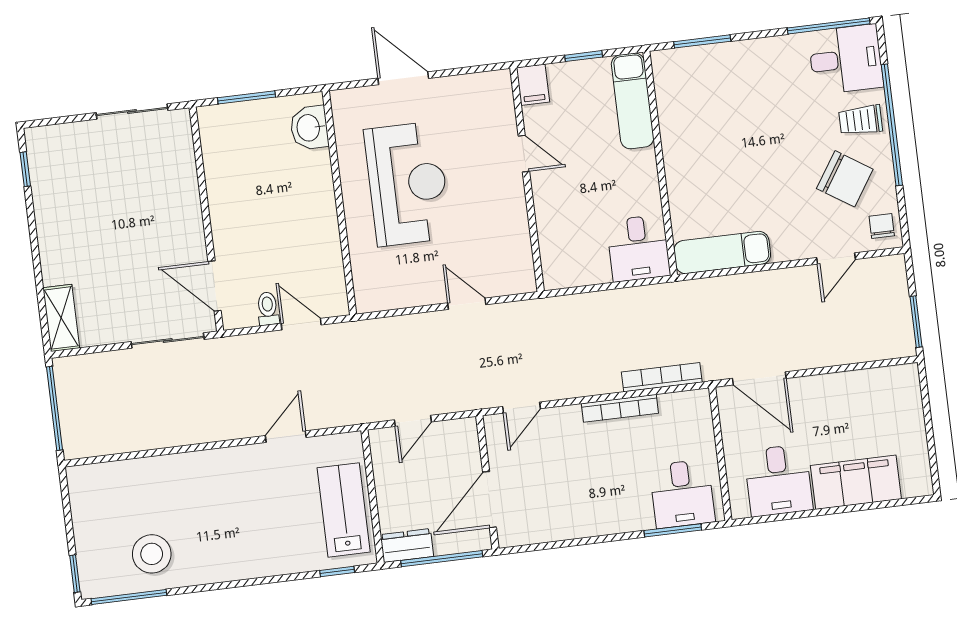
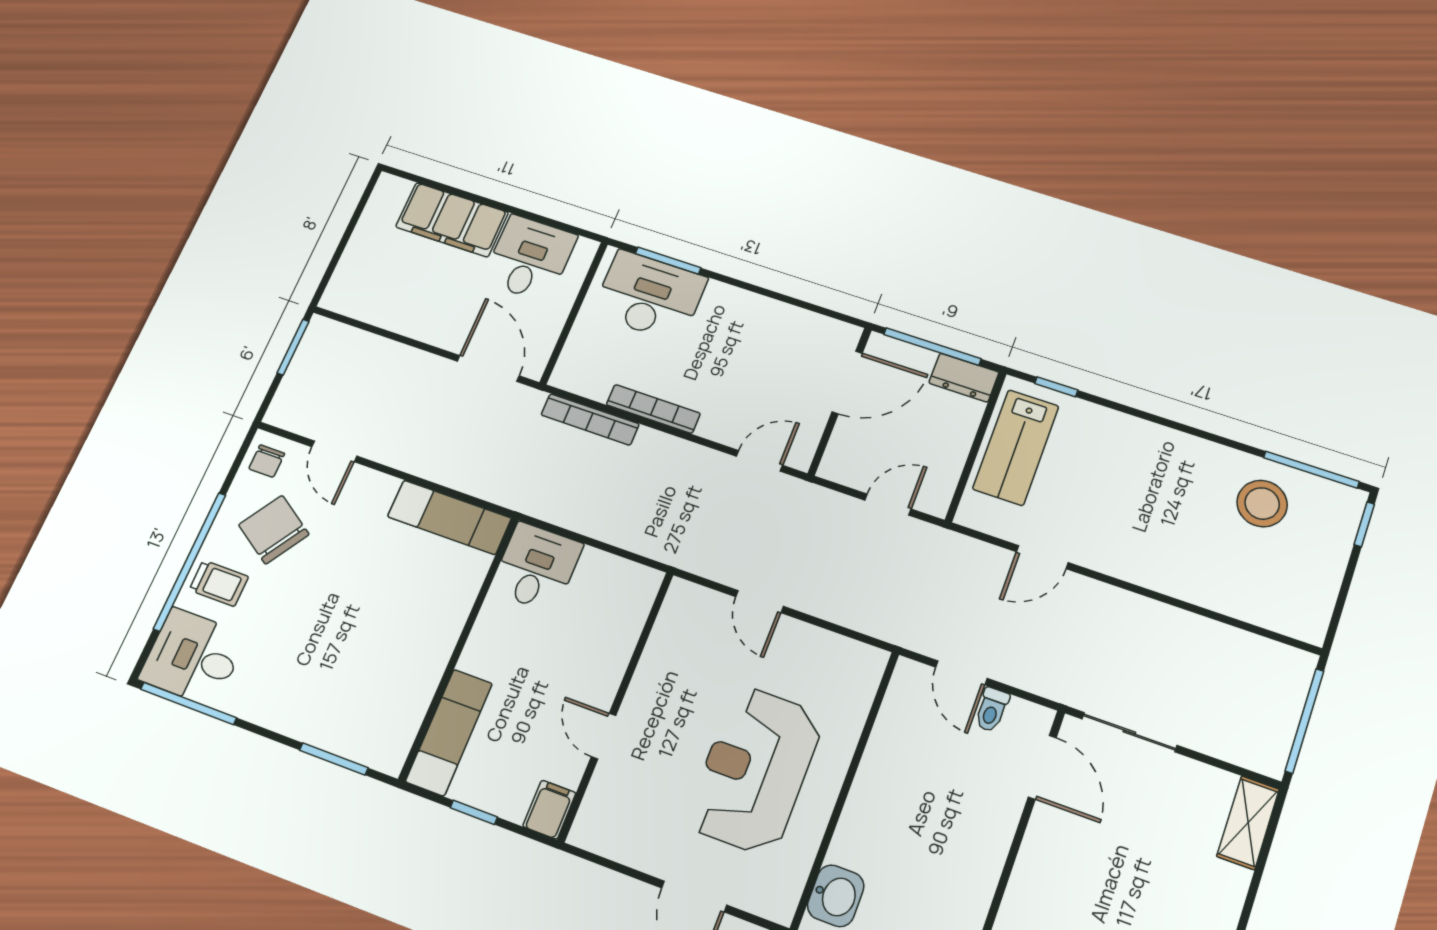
door: (836, 258) -> (334, 451), swing flipped
desk: (682, 494) -> (650, 296), width x1.37

